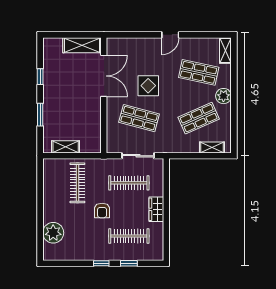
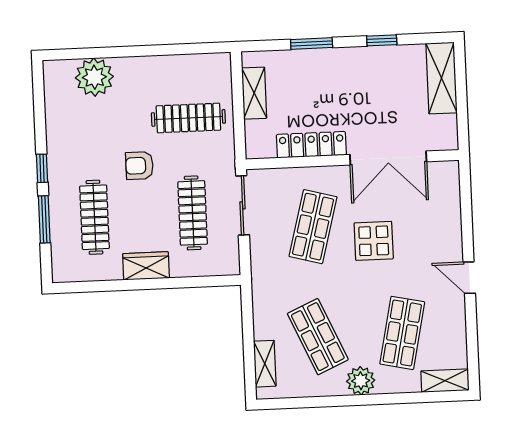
shelving: (82, 45) -> (442, 78), moved
locker: (95, 117) -> (311, 145), added
sliding door: (138, 156) -> (243, 205), moved
window: (129, 263) -> (44, 219), width x1.50

